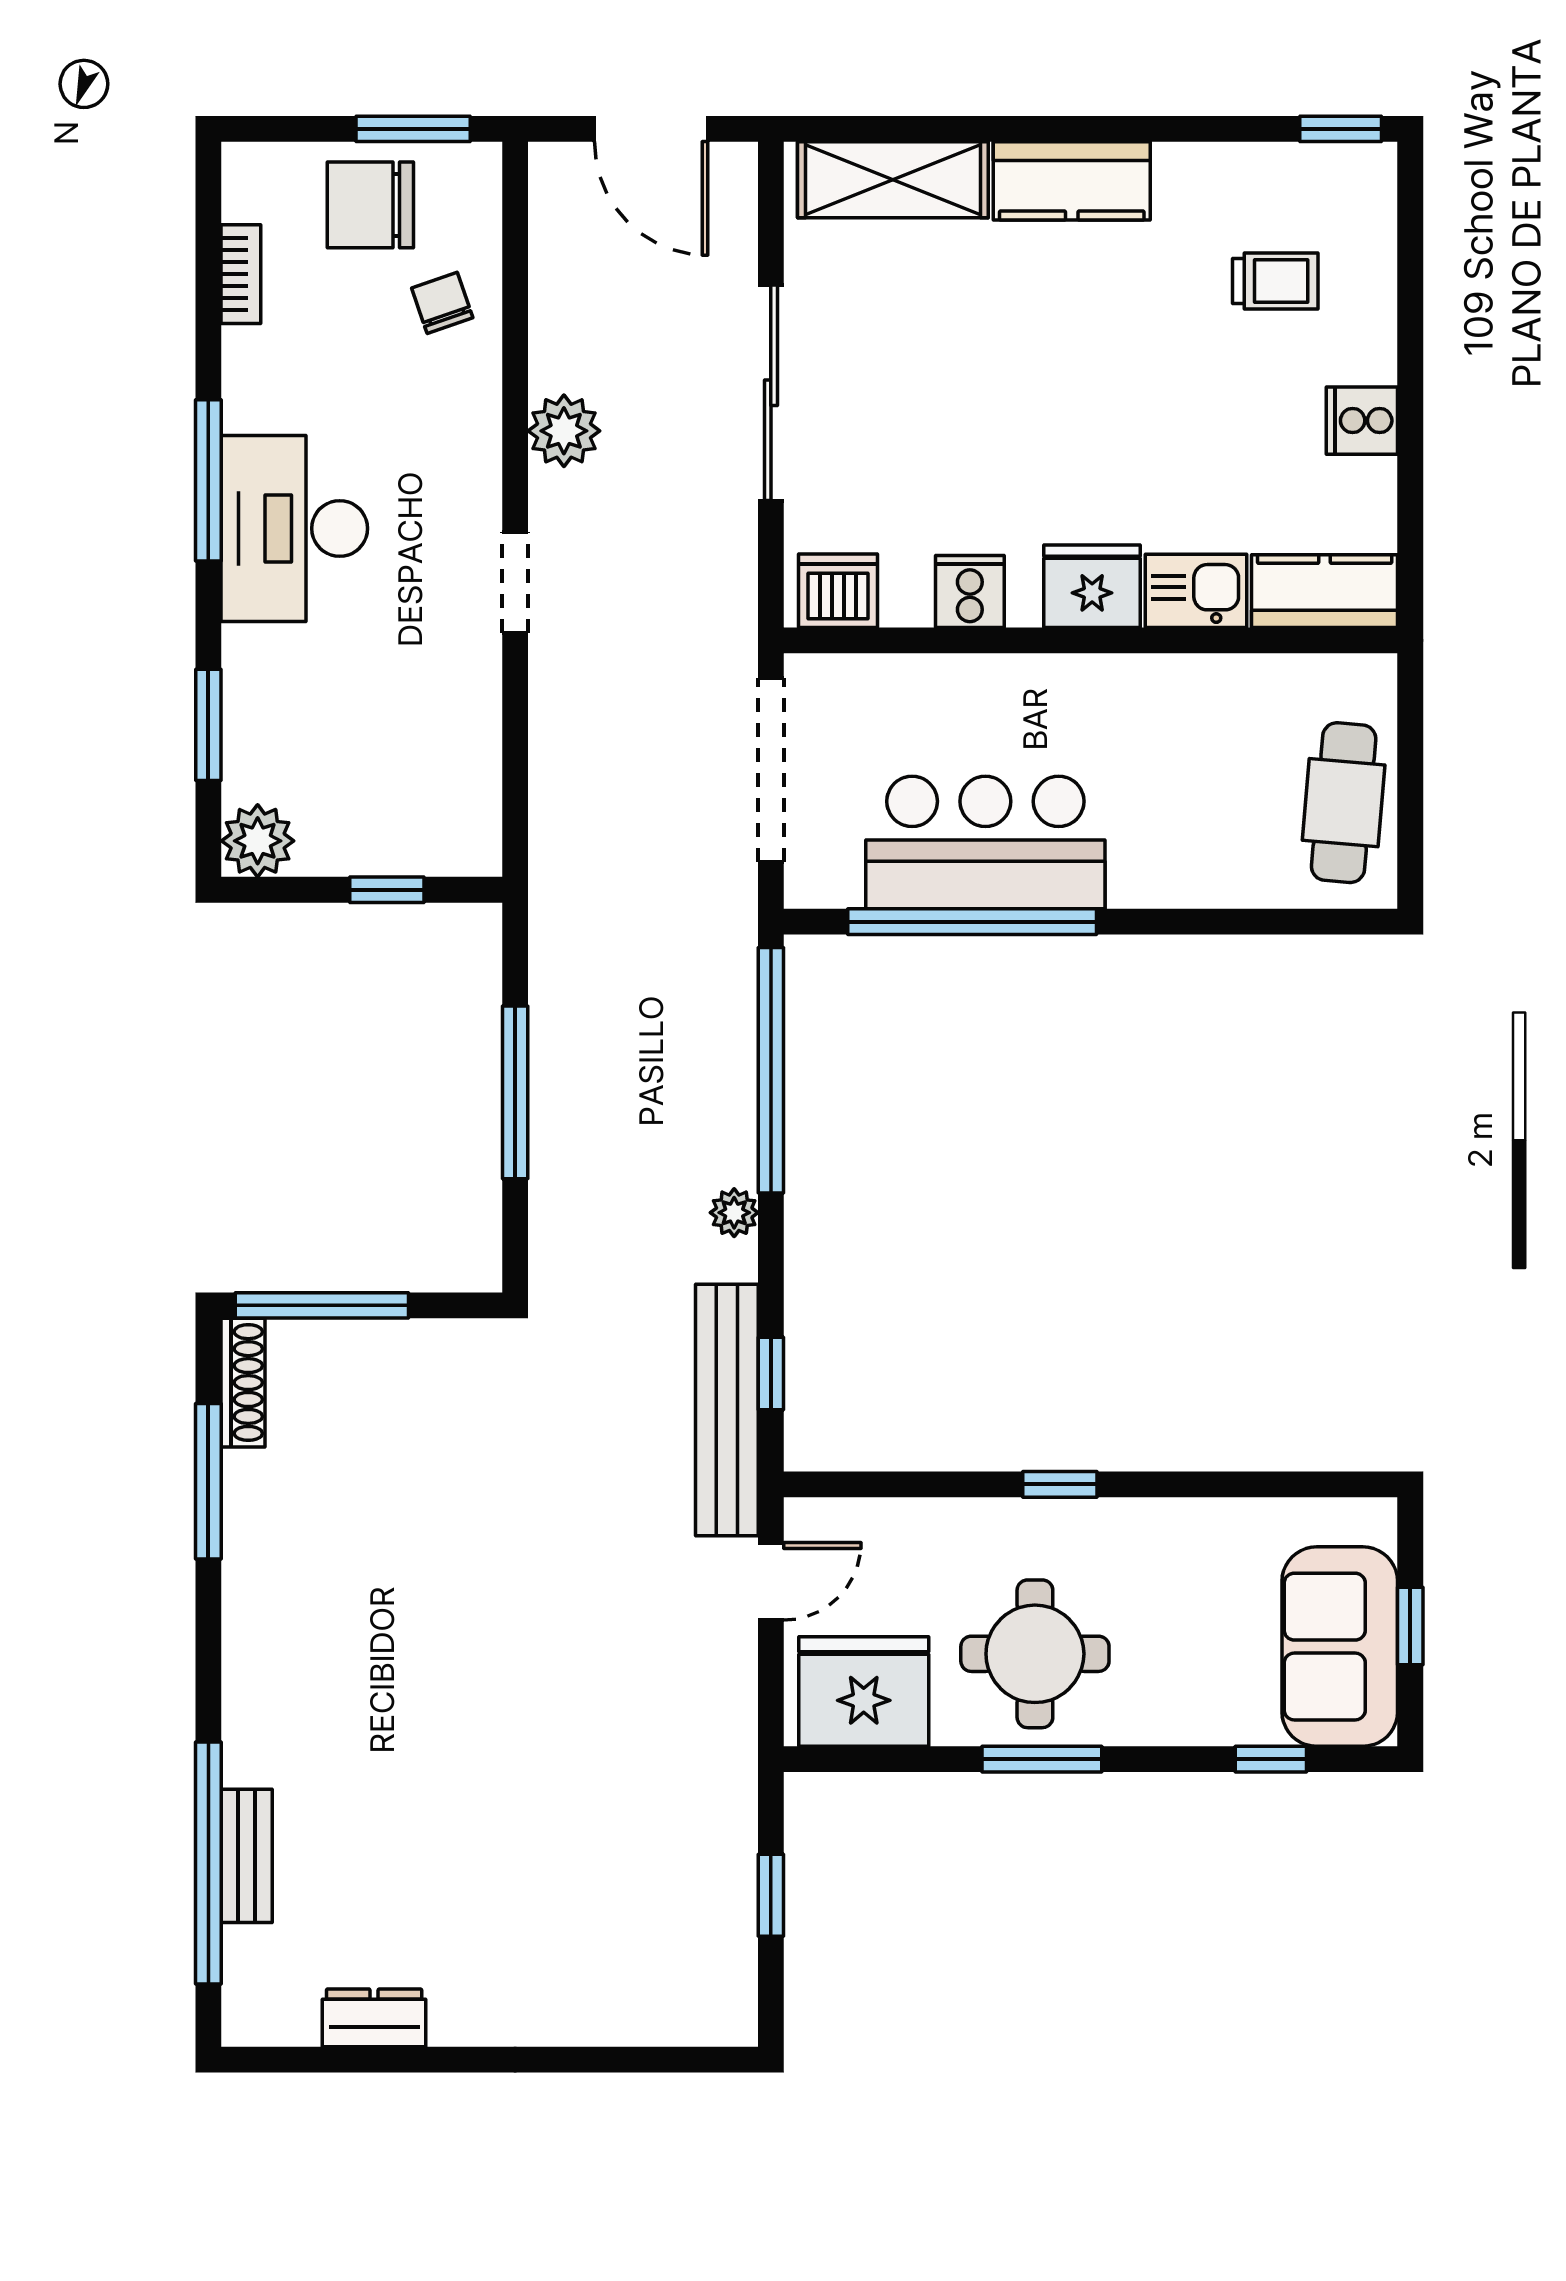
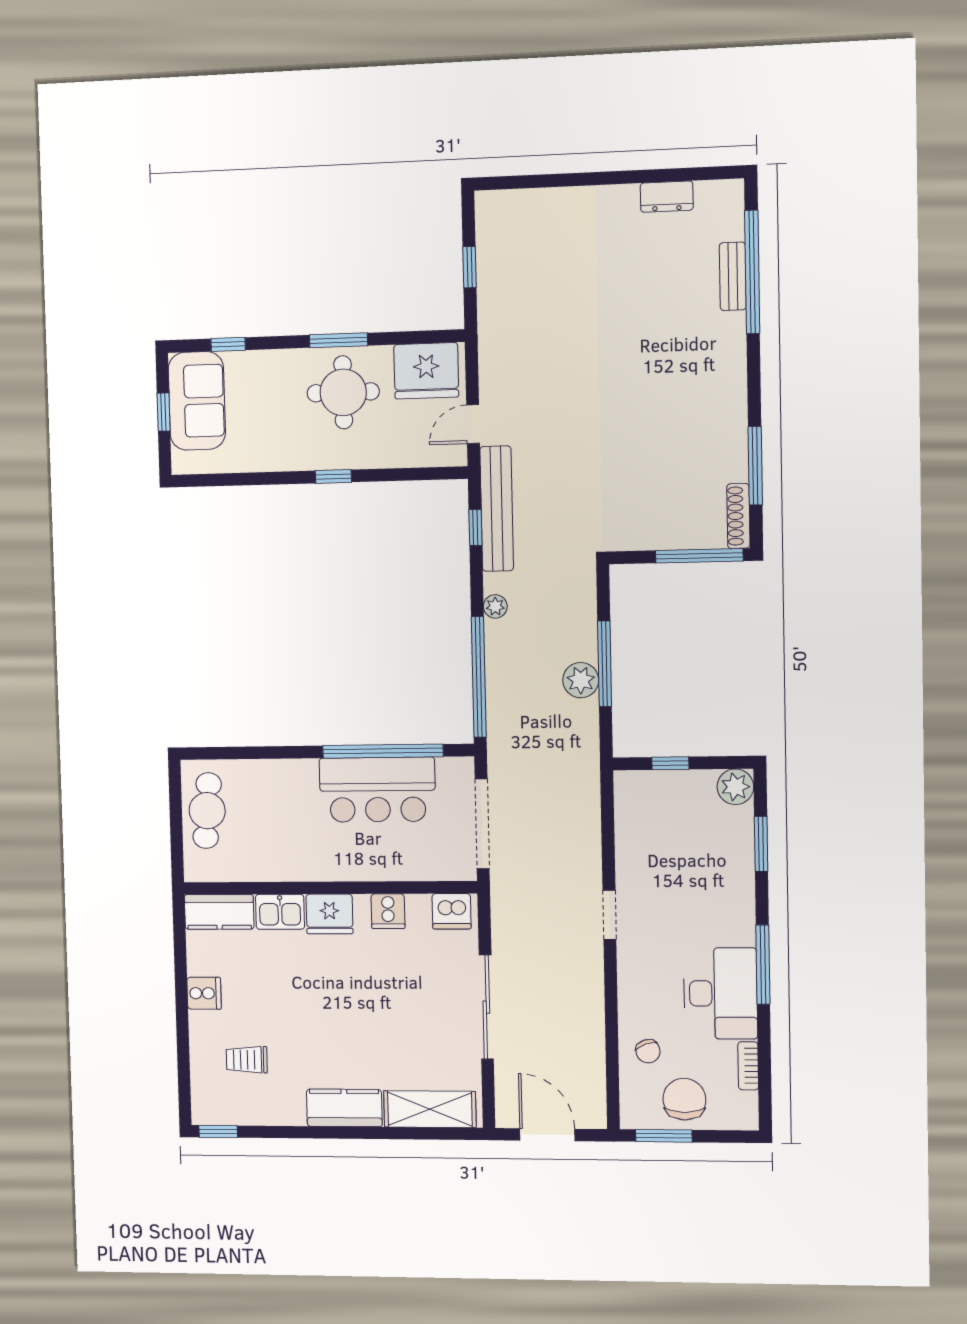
chair: (370, 205) -> (684, 1099), turned -90
plant: (564, 431) -> (581, 680), moved
desk: (294, 528) -> (720, 993), moved

